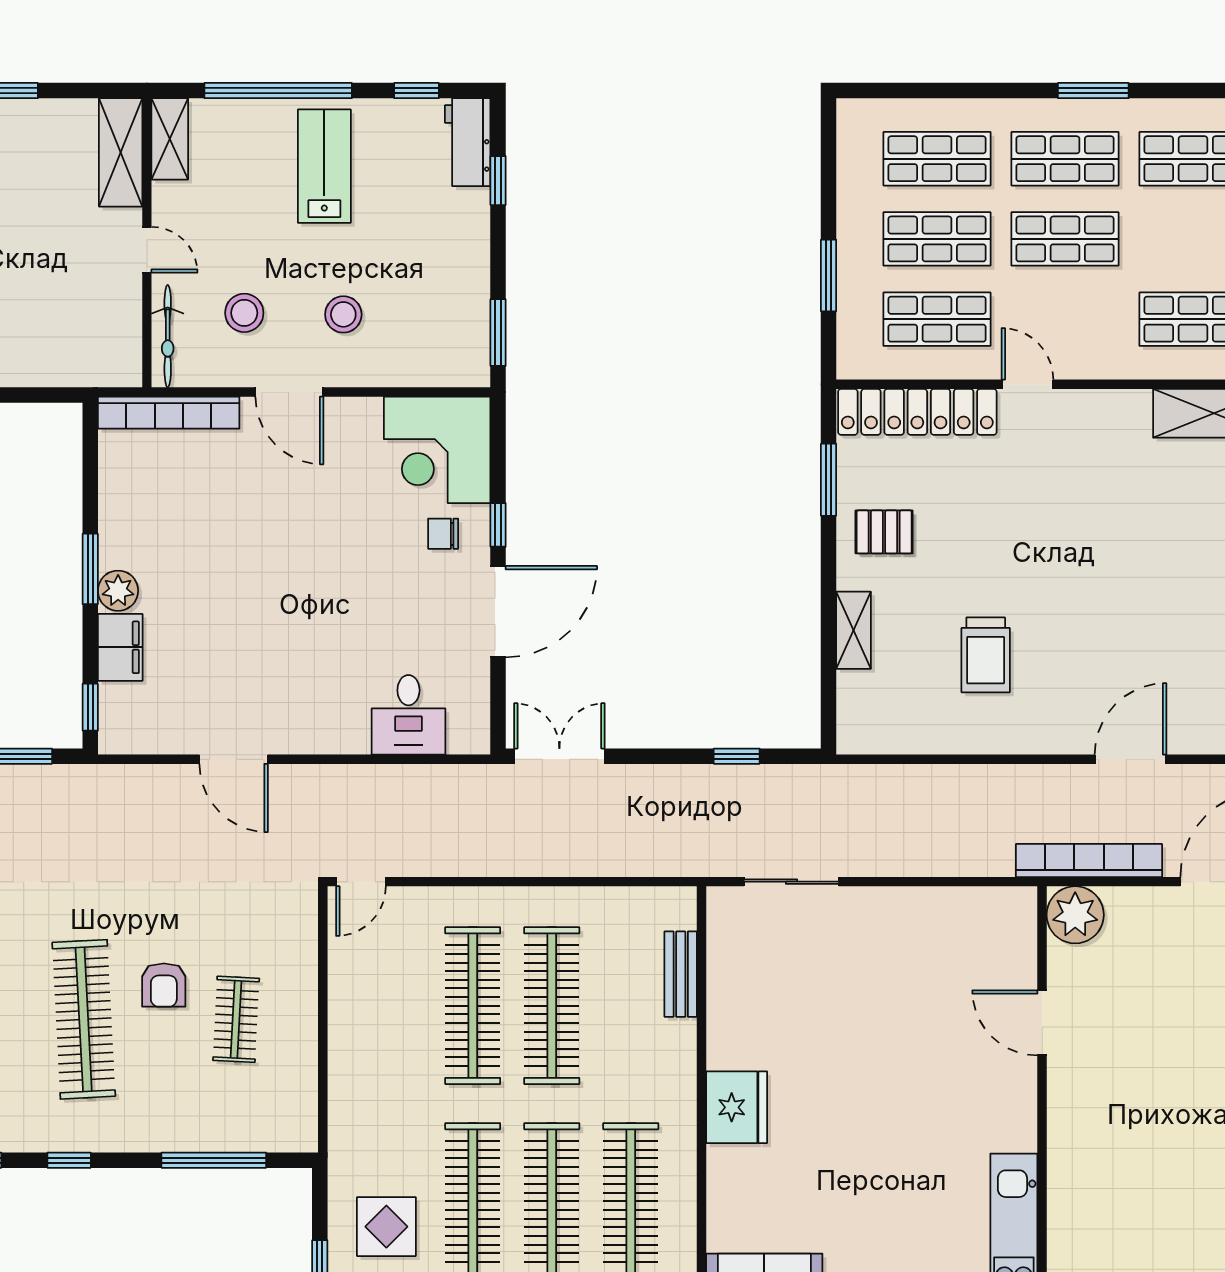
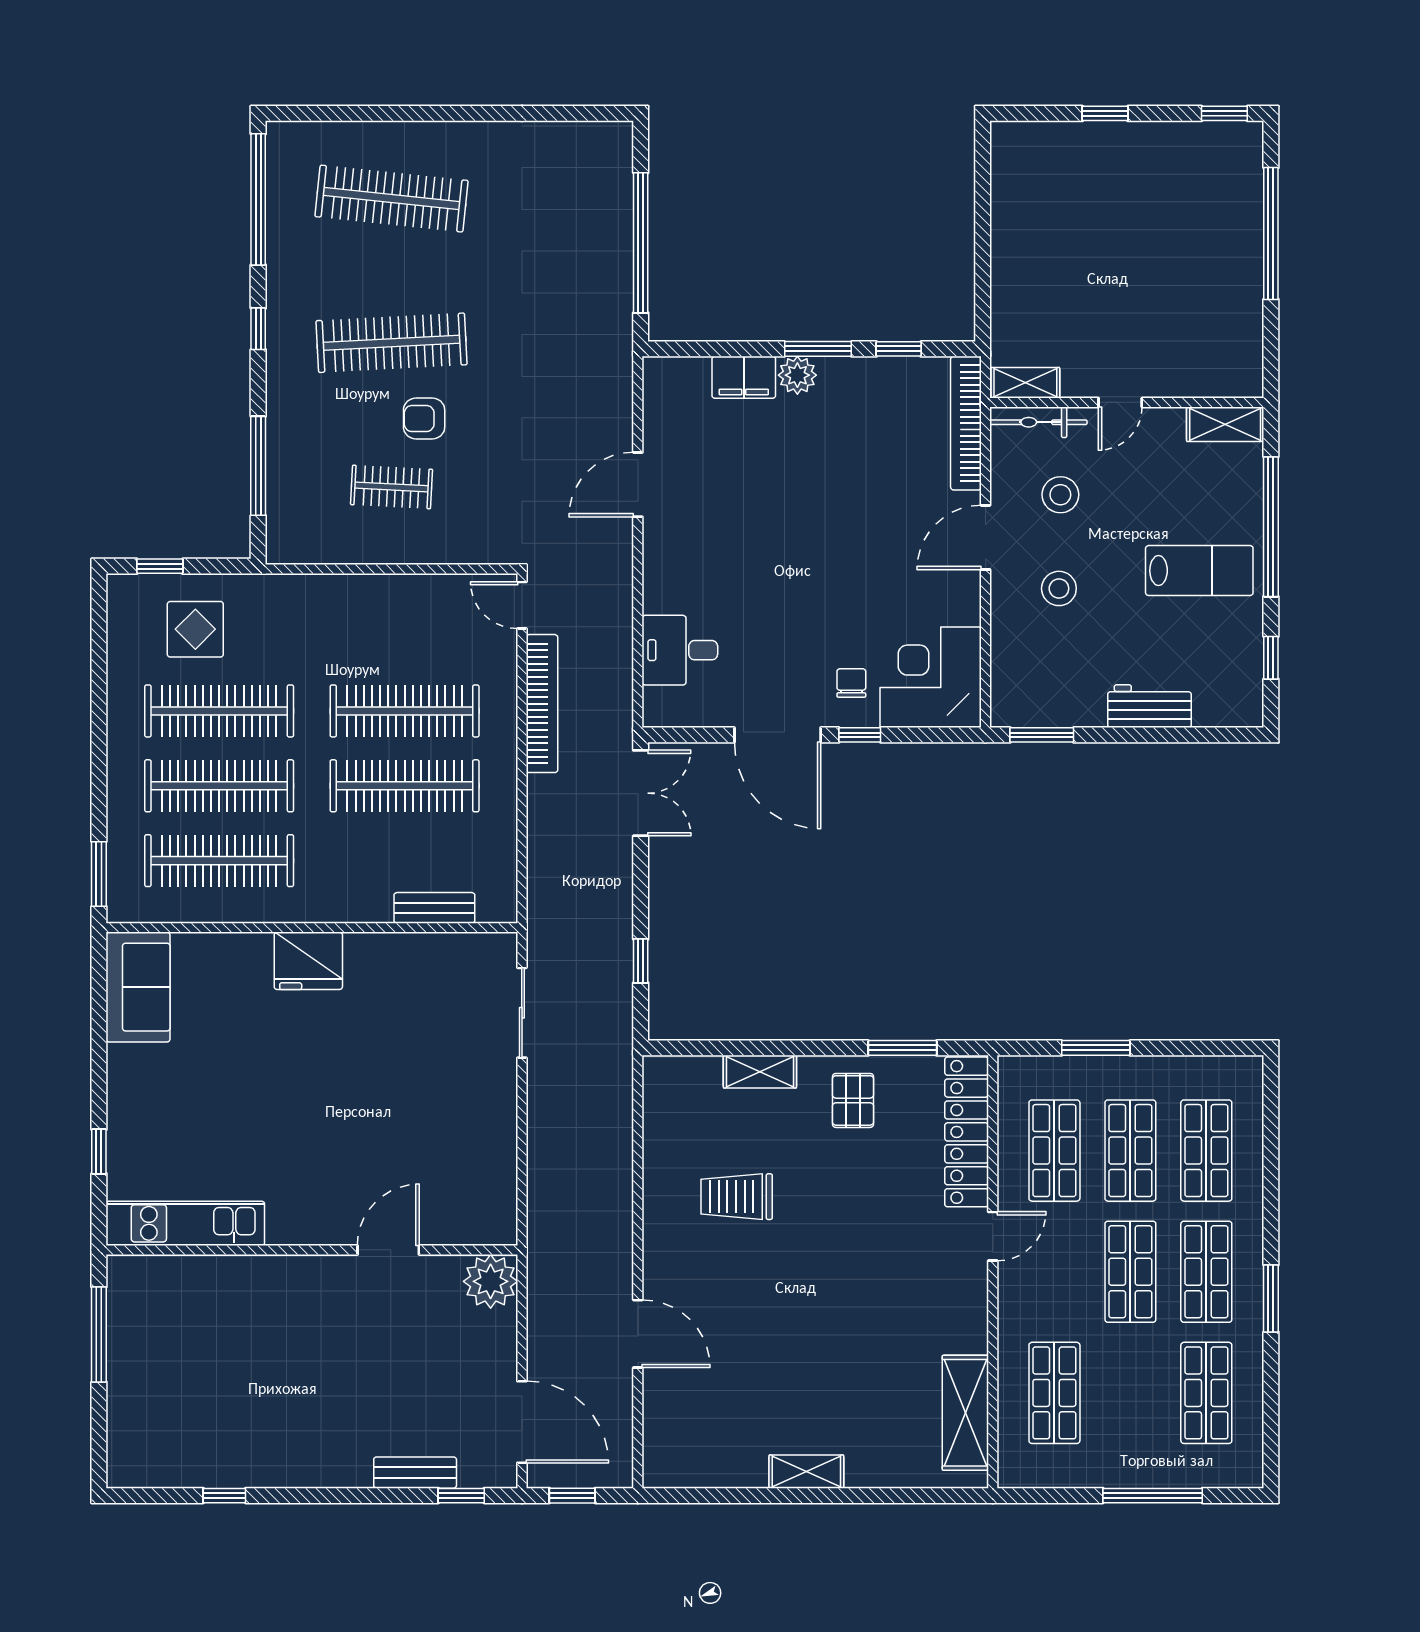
workbench: (468, 142) -> (1149, 706), moved
shelving: (121, 152) -> (1025, 383), moved, width x0.67, depth x0.75
window: (498, 181) -> (1186, 735), removed
window: (90, 707) -> (899, 349), moved
bookcase: (1089, 860) -> (542, 704), moved

